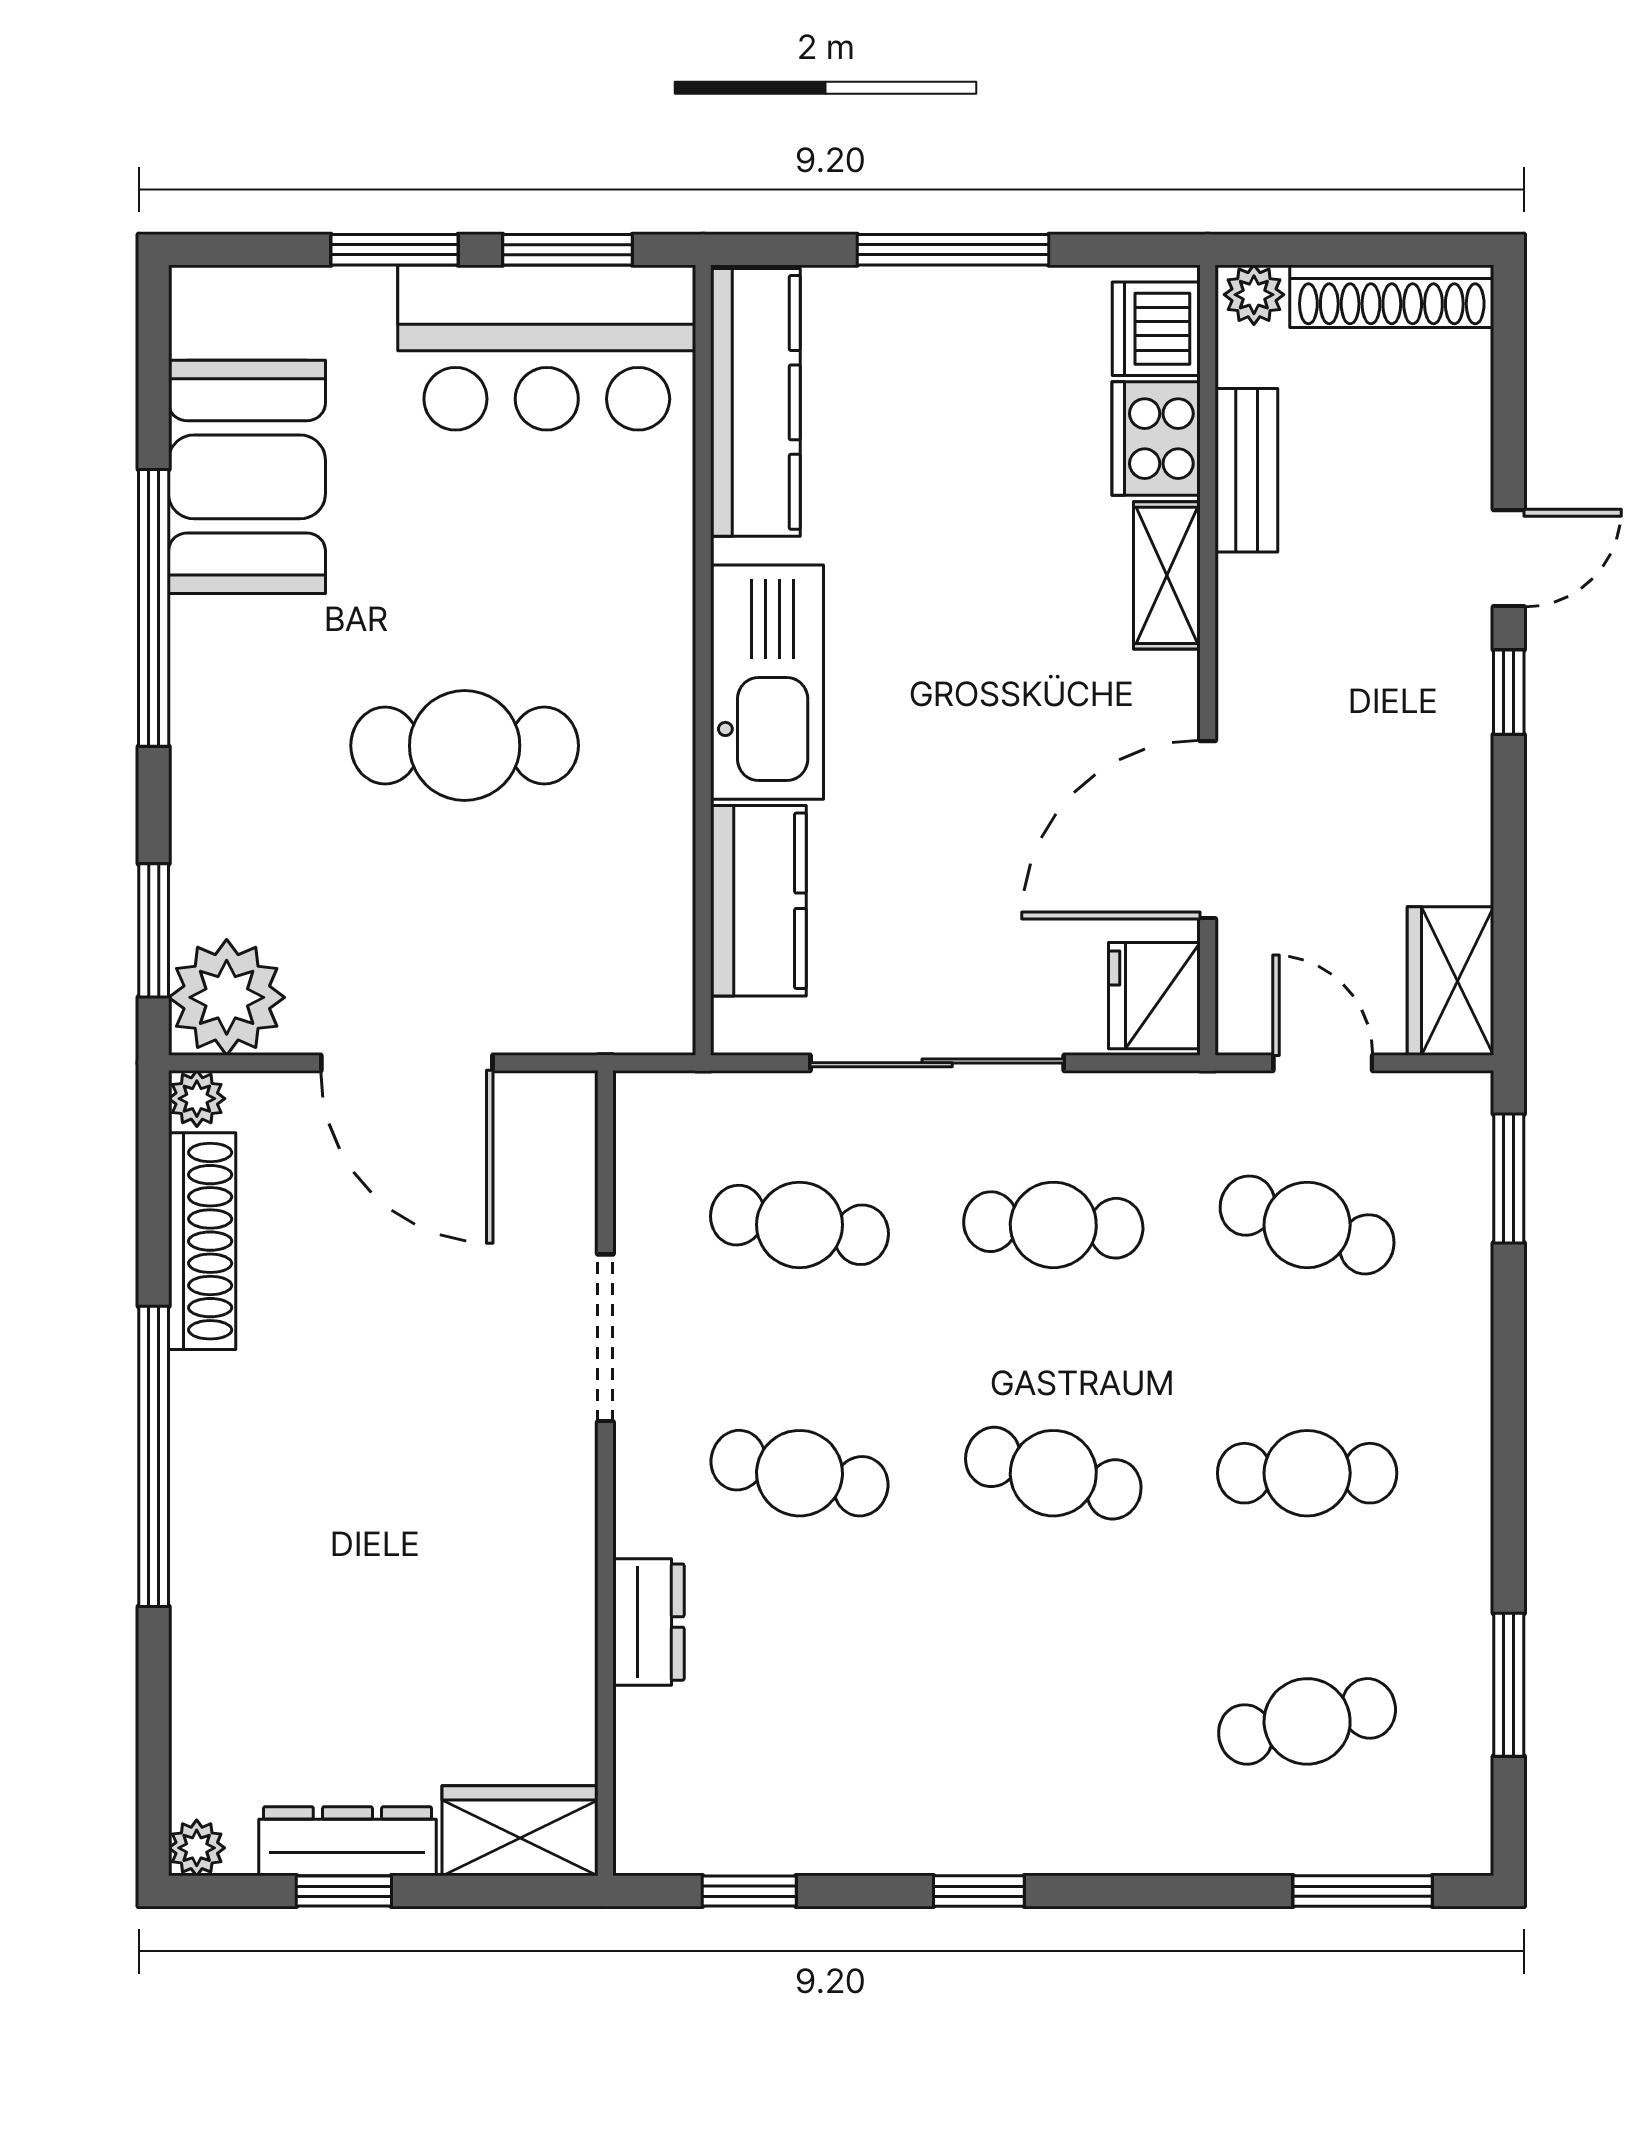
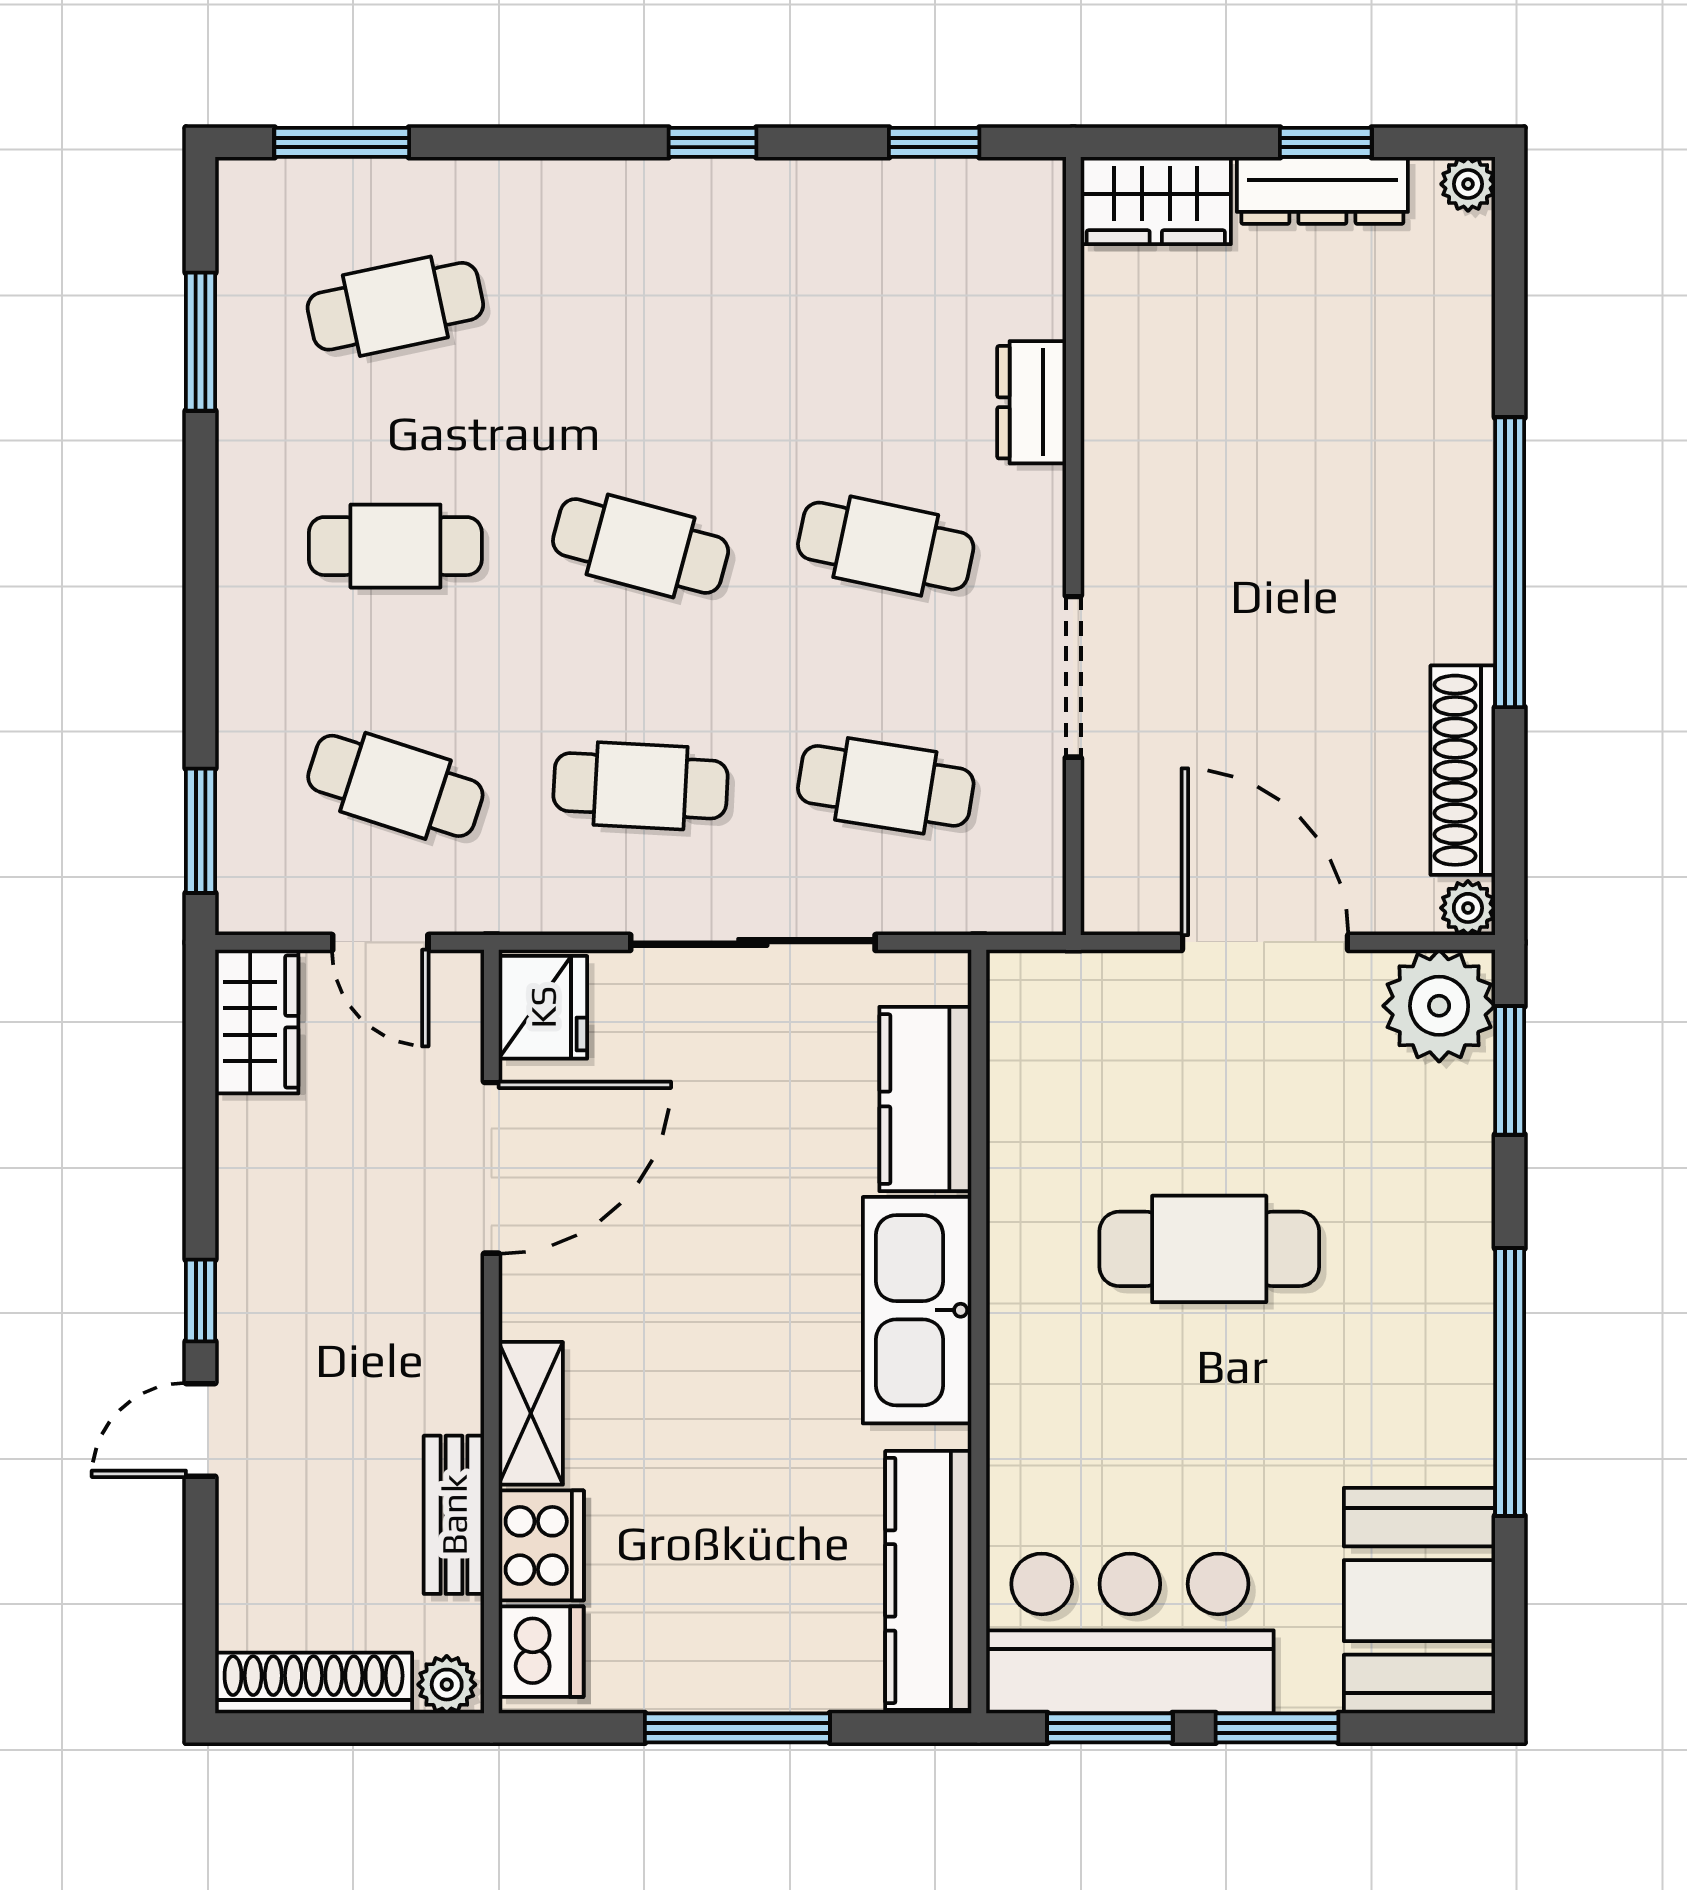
booth: (247, 477) -> (1419, 1601), moved

